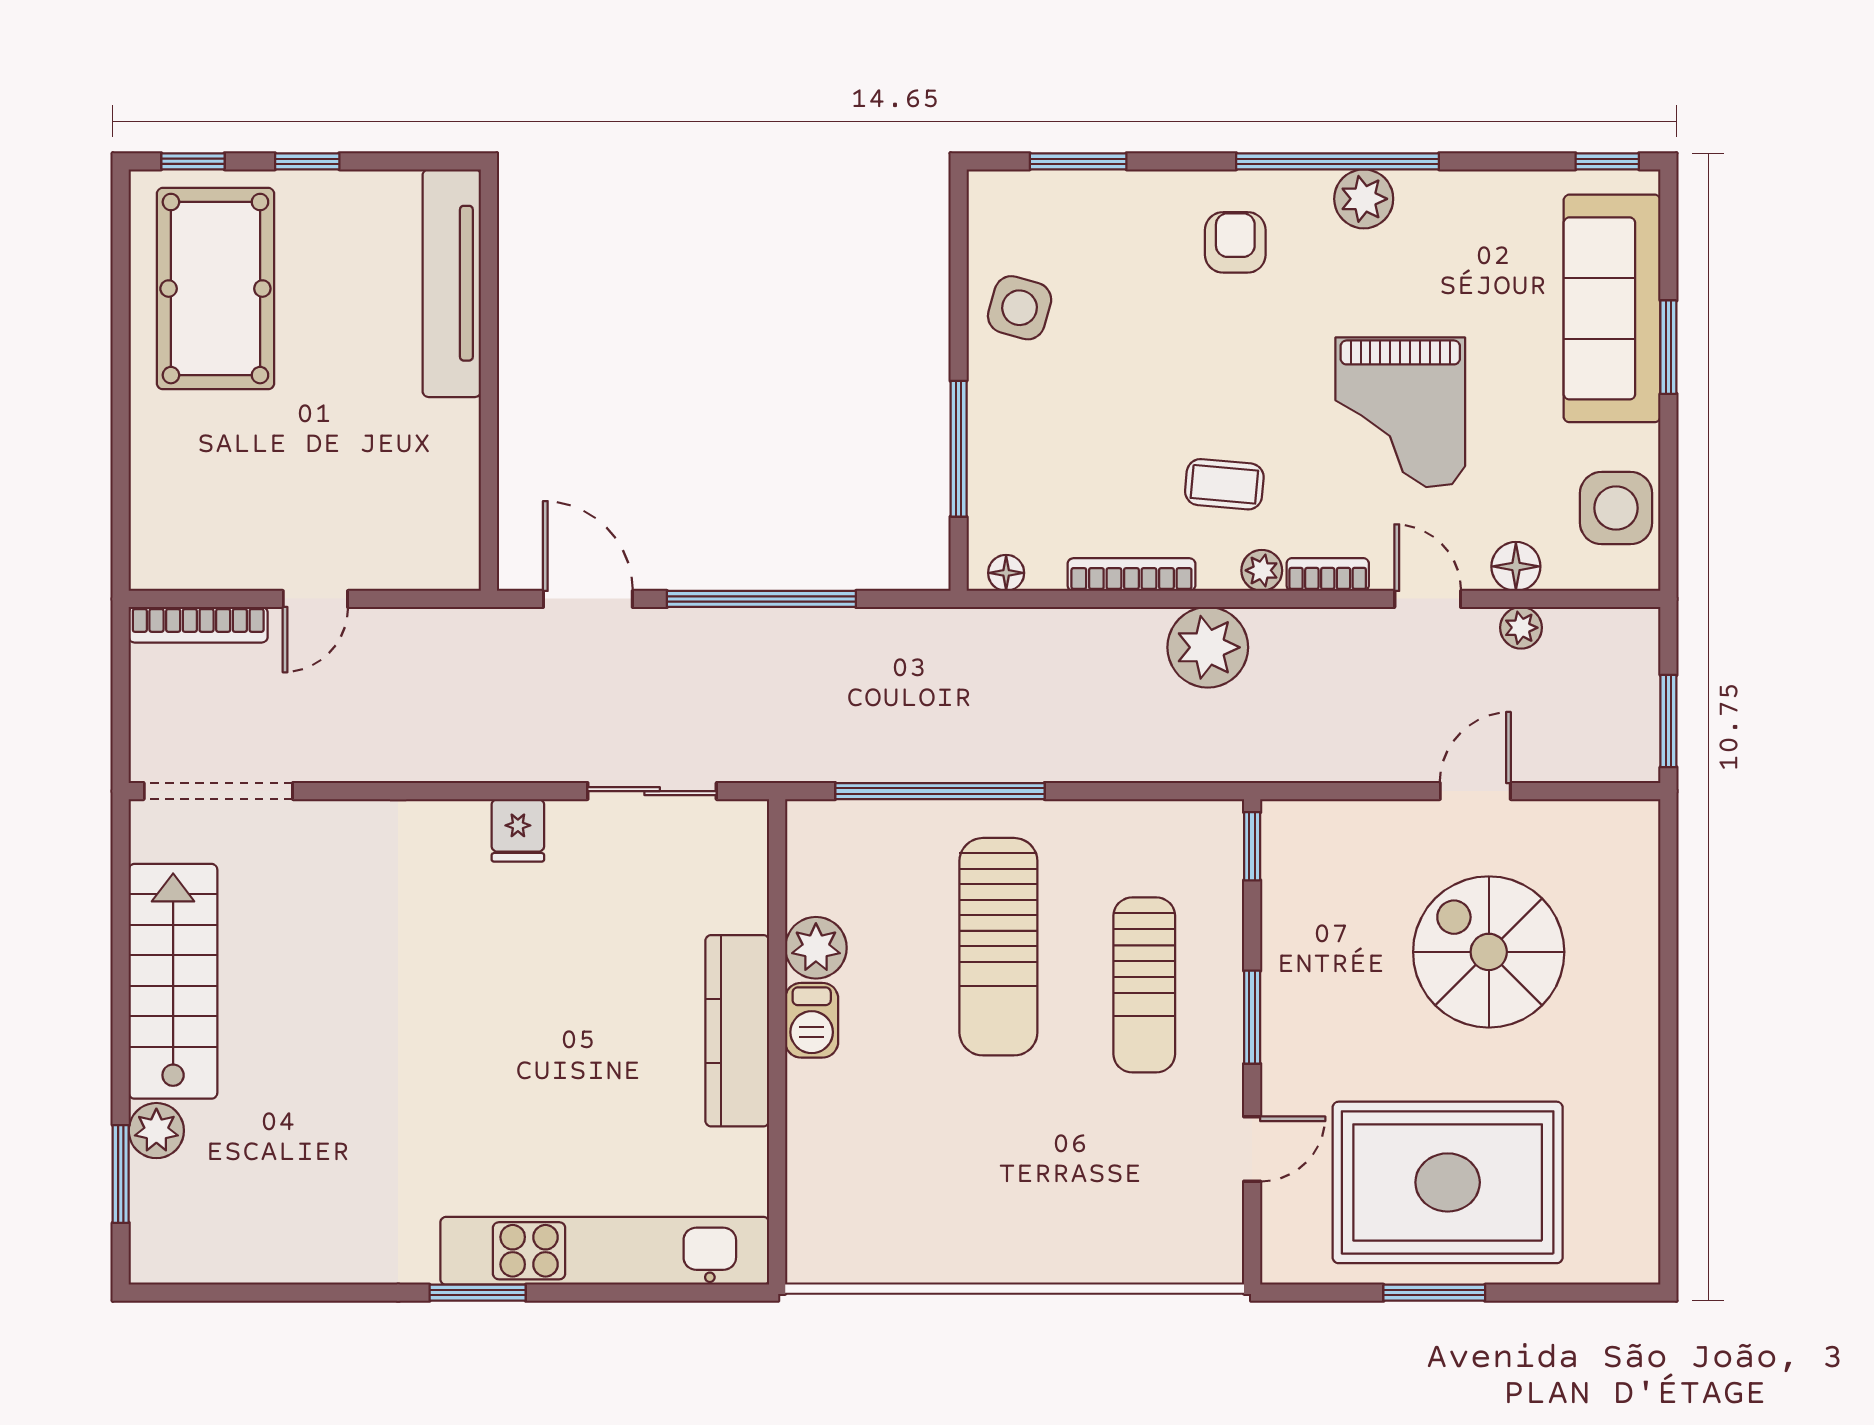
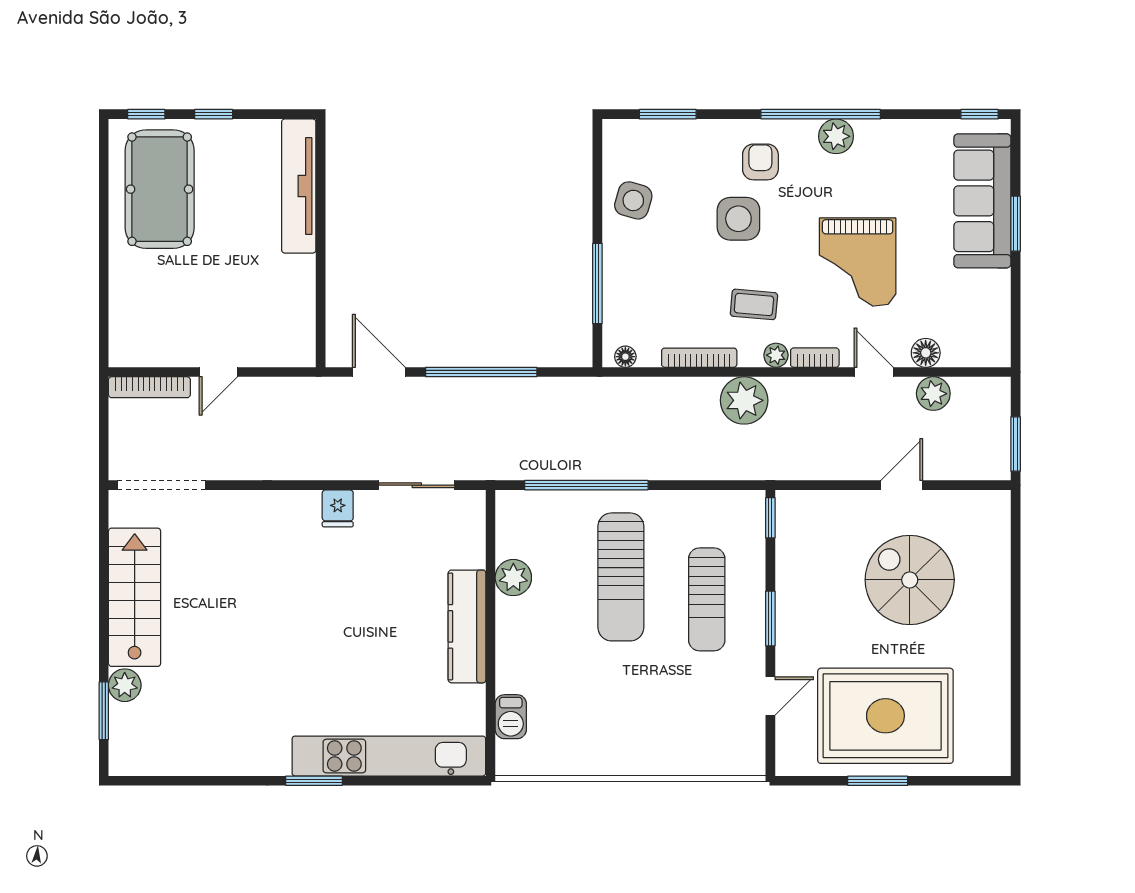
side table: (1616, 508) -> (738, 219), moved
plant: (1521, 628) -> (933, 394), width x1.38, depth x1.38
barbecue: (812, 1020) -> (511, 717), moved

